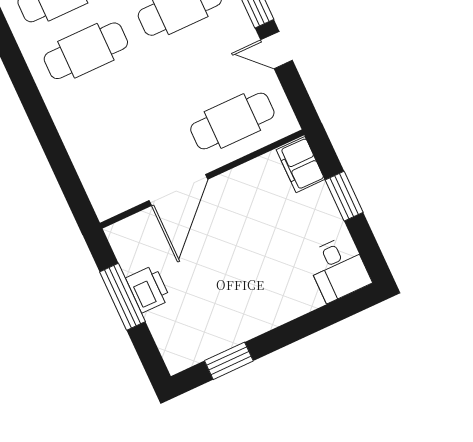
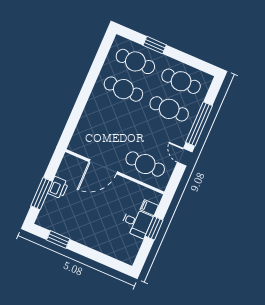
filing cabinet: (301, 165) -> (149, 208), width x0.50
desk: (338, 269) -> (137, 223), moved, turned -90
window: (122, 297) -> (42, 194), moved

